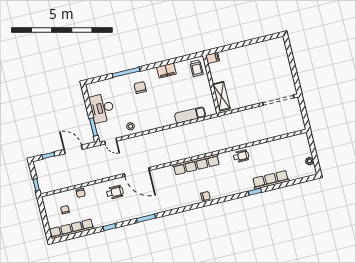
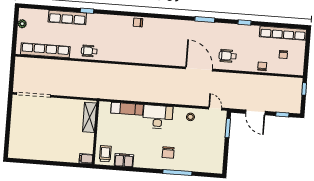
filing cabinet: (166, 71) -> (124, 160), moved
desk: (102, 108) -> (158, 117), moved, turned -90
row of seats: (196, 164) -> (45, 50), moved

